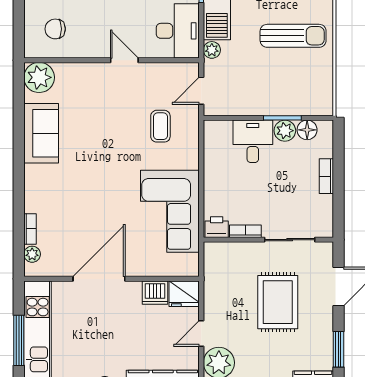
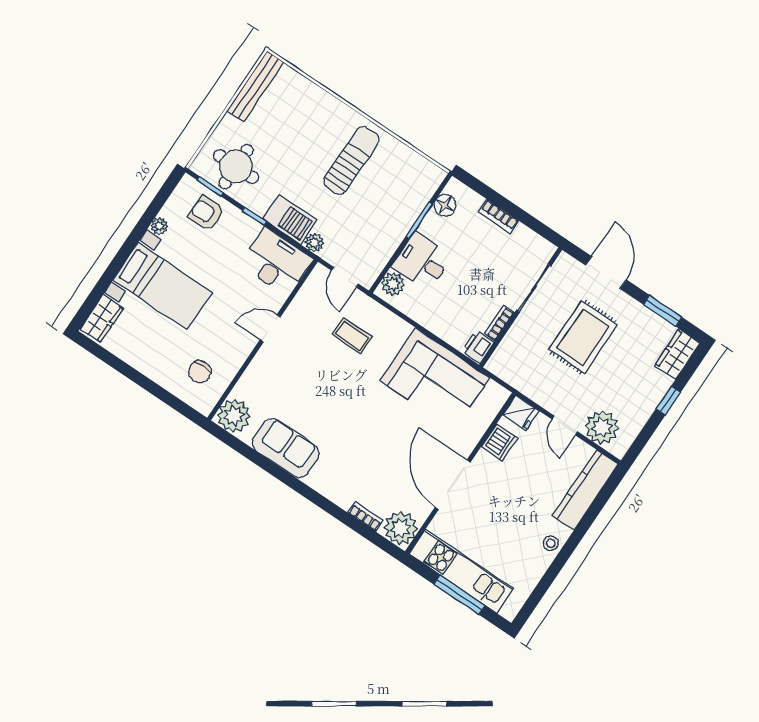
plant: (285, 131) -> (393, 284), moved
plant: (32, 254) -> (400, 528), width x1.87, depth x1.87
fridge: (184, 294) -> (521, 413), width x0.72
rug: (278, 302) -> (583, 337), turned 90

